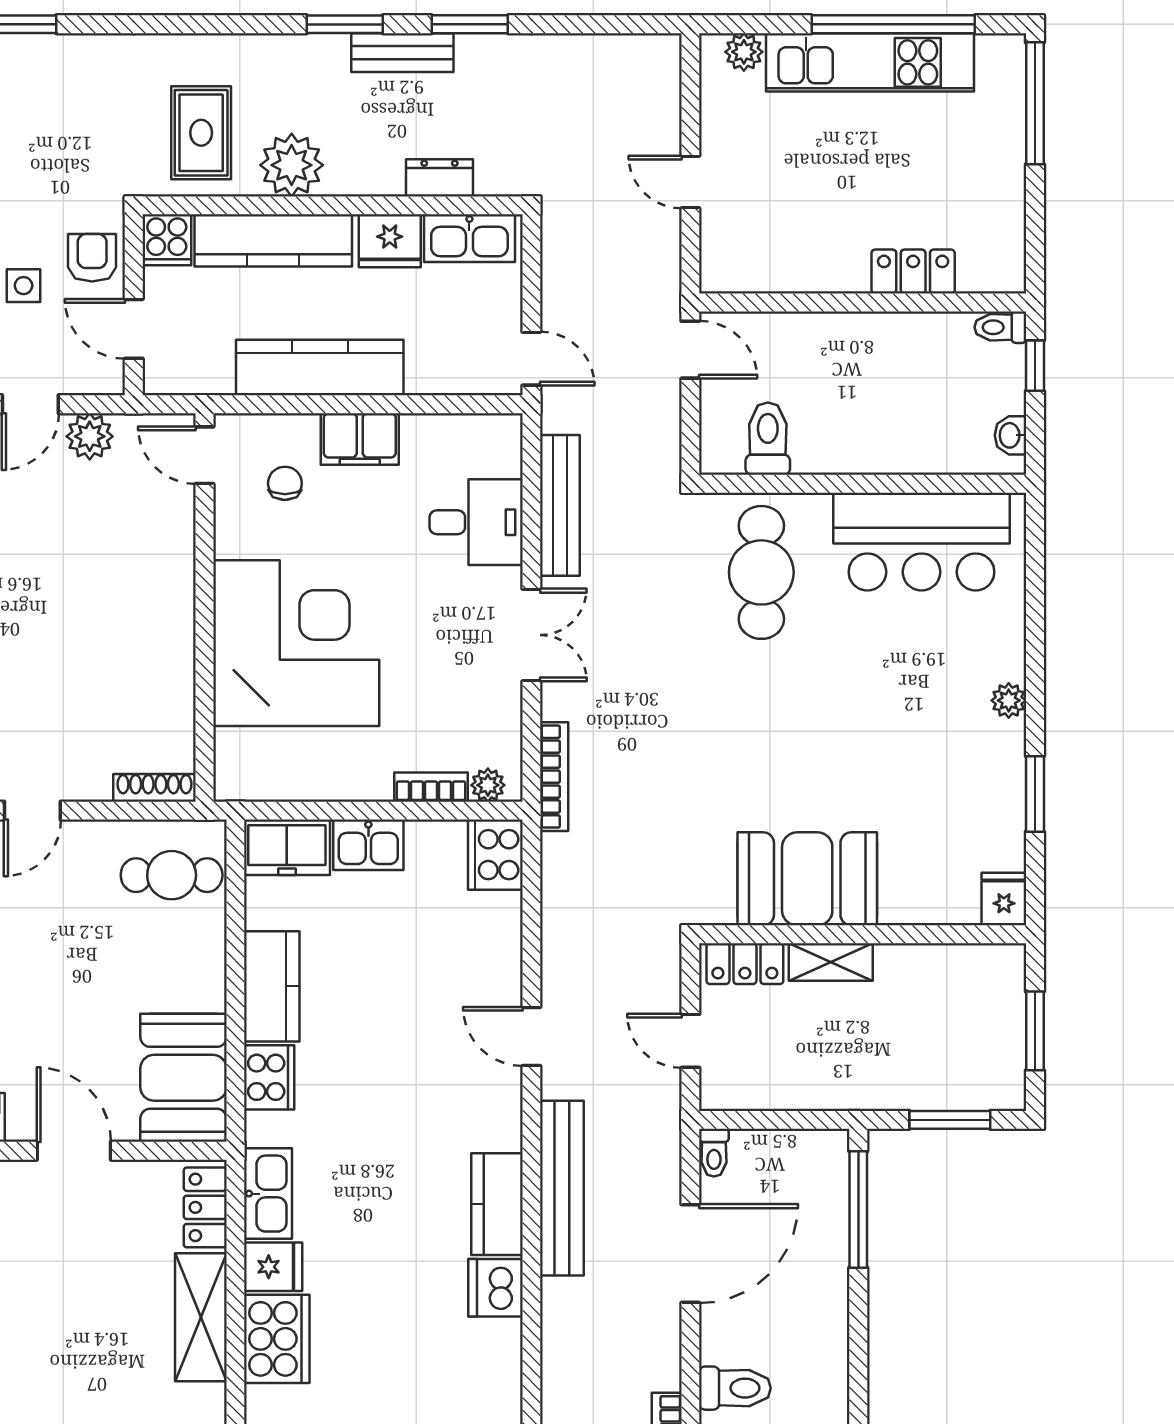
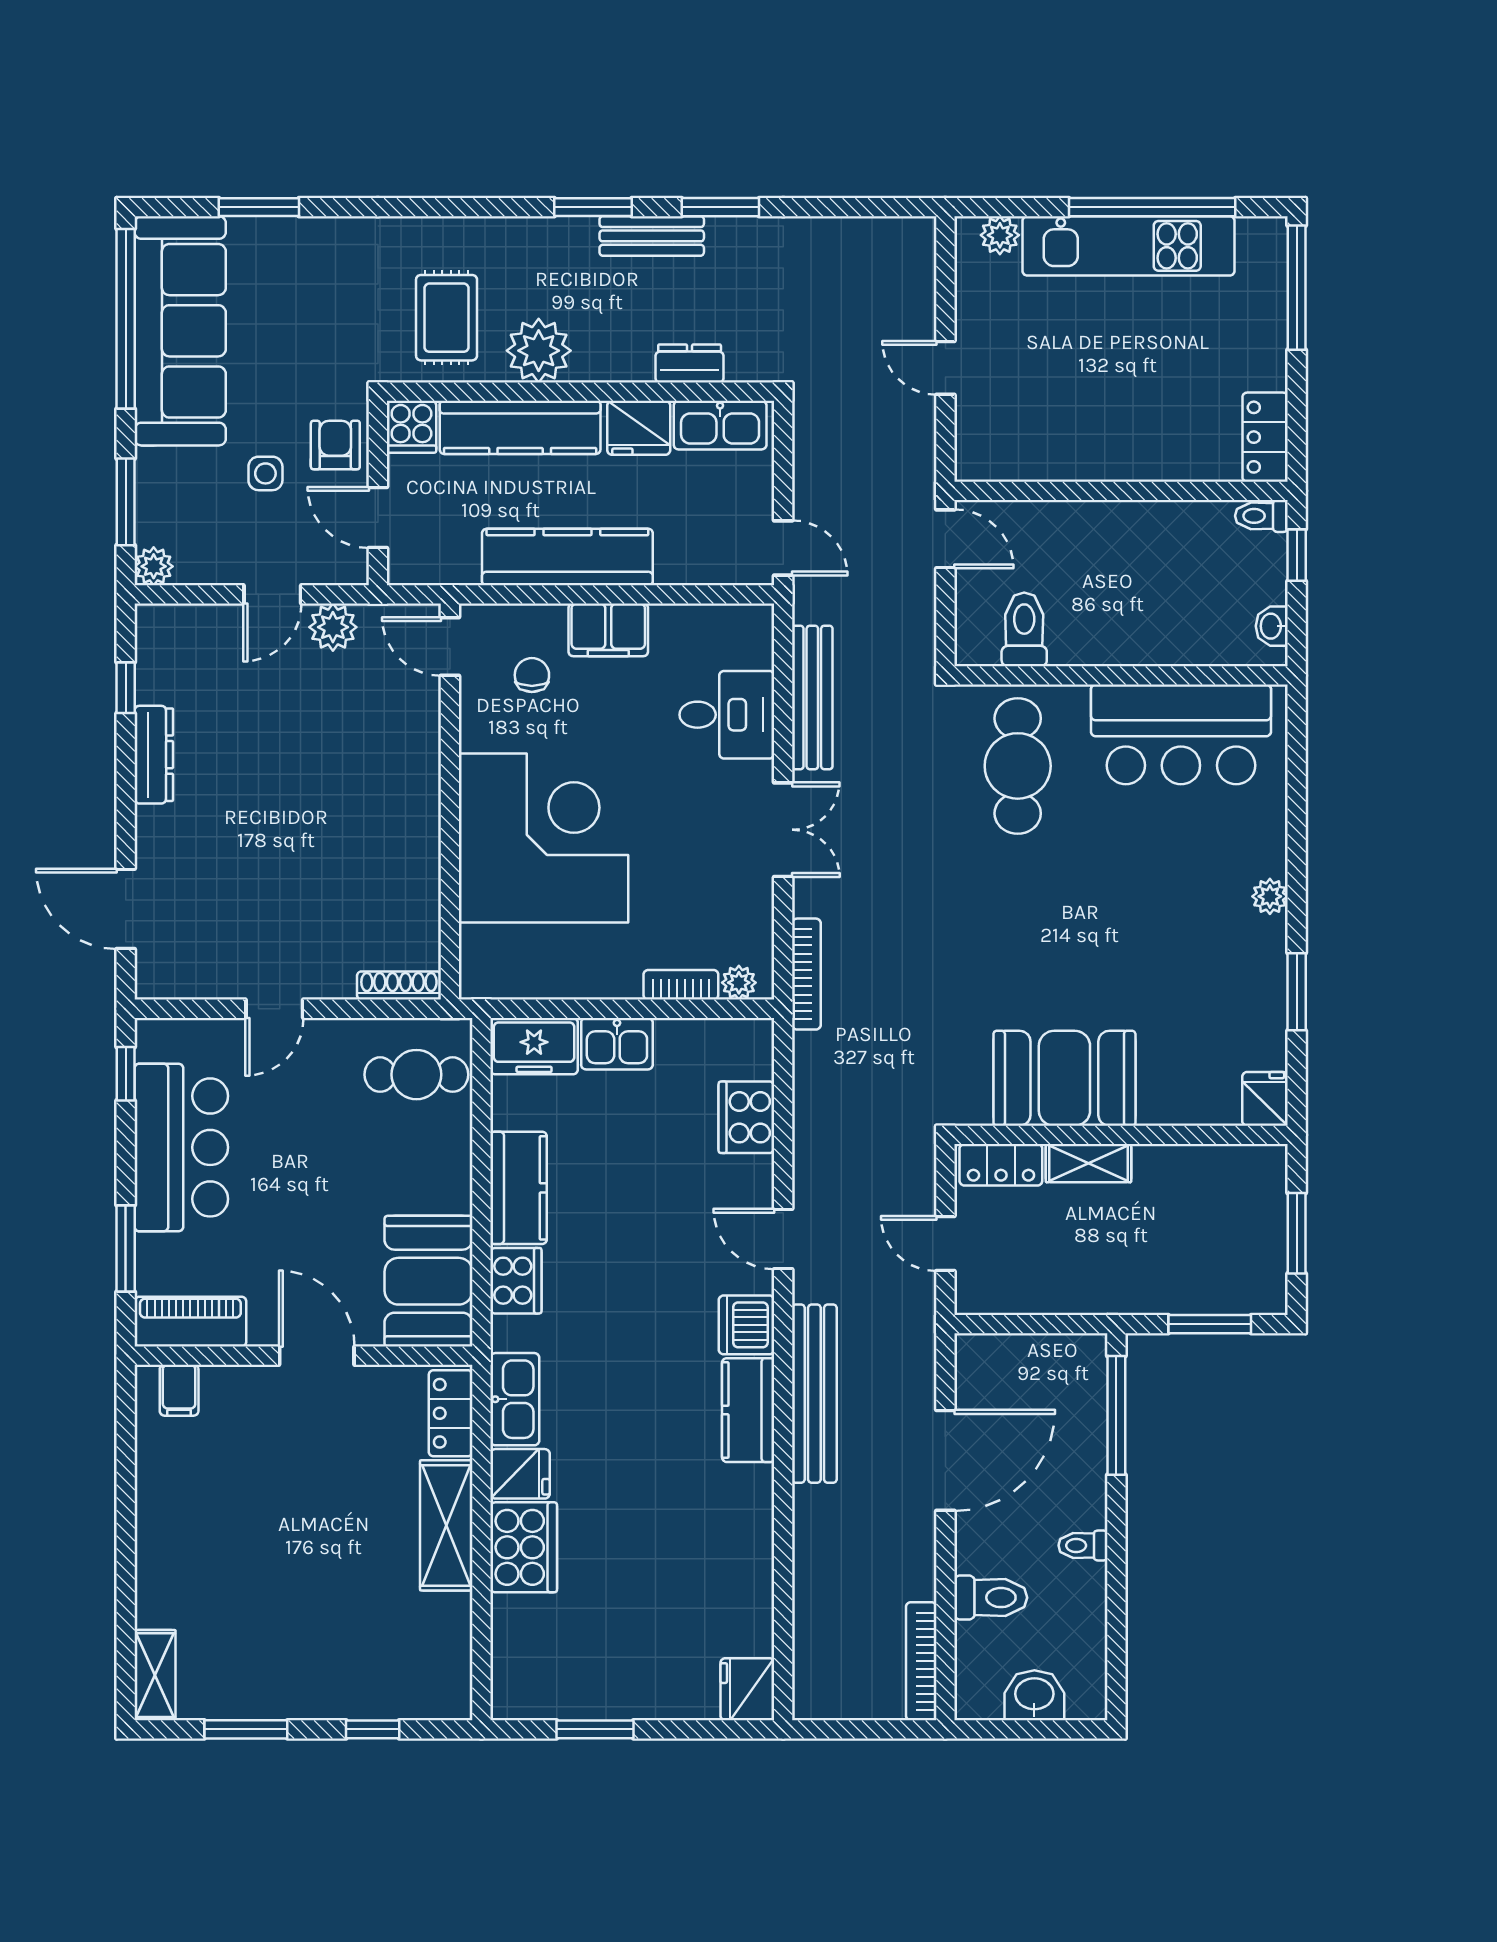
locker: (913, 272) -> (1265, 437), moved, turned -90
cooker: (495, 855) -> (746, 1117), moved
toilet: (714, 1153) -> (1083, 1545), moved, turned 90
dishwasher: (495, 1288) -> (747, 1325), moved

